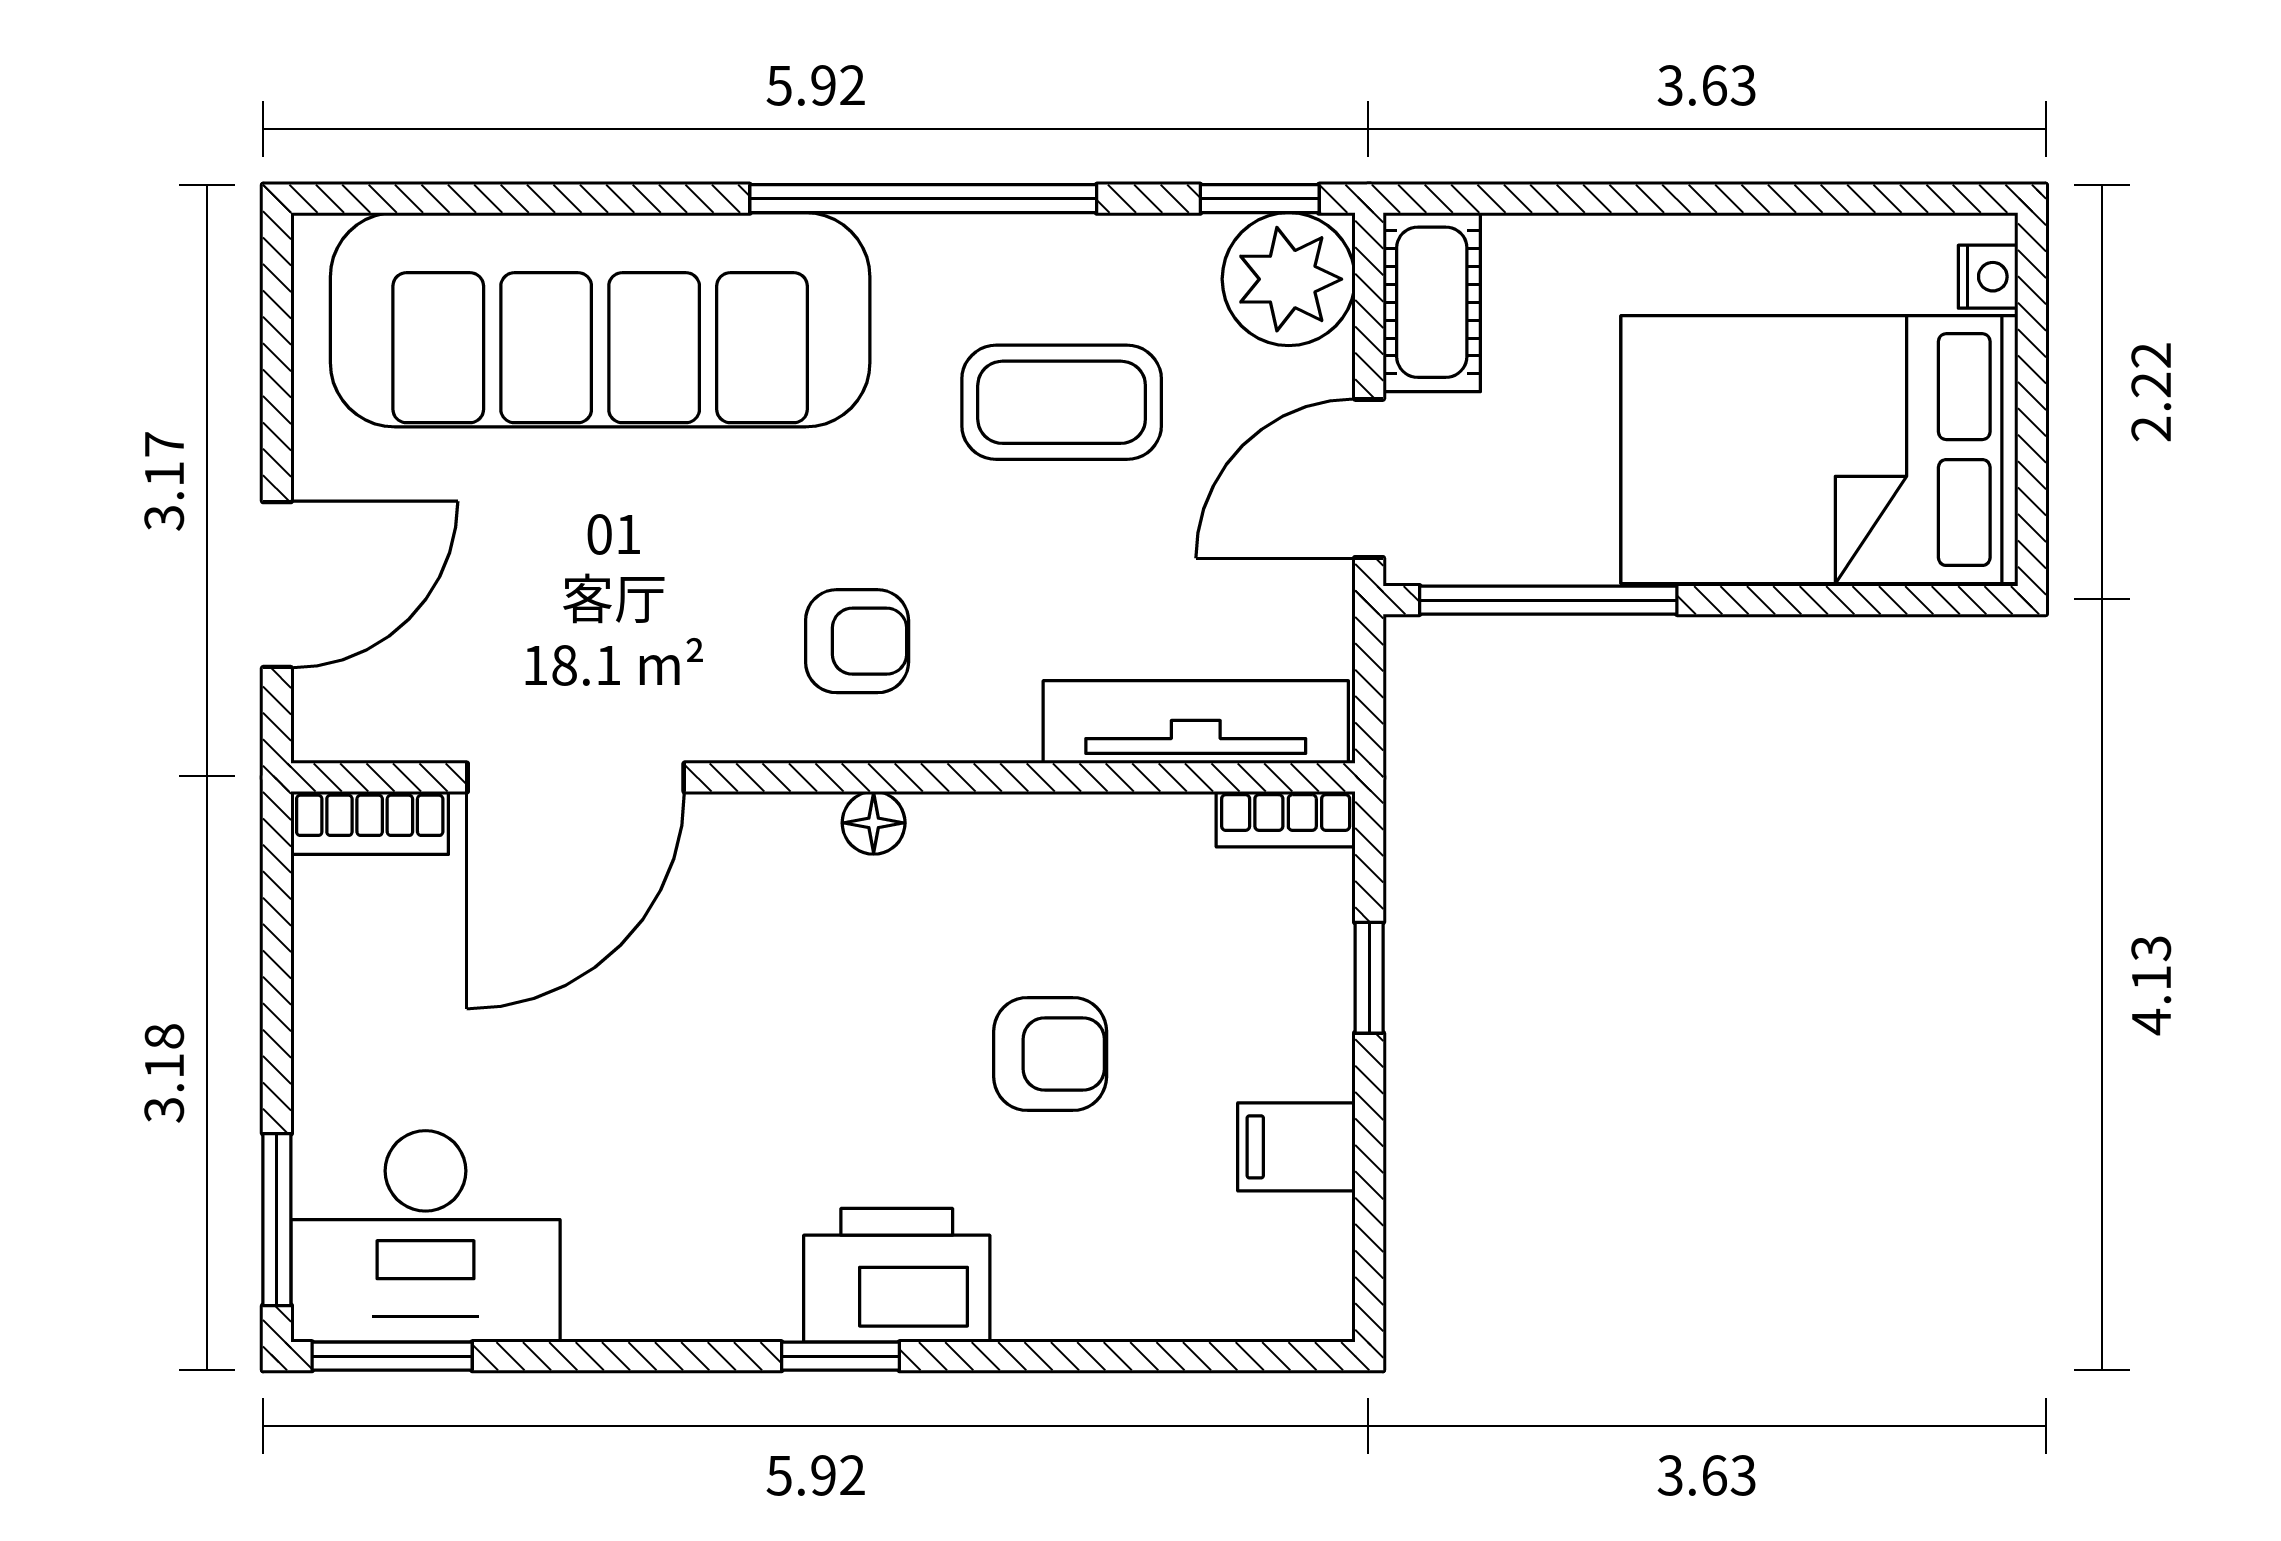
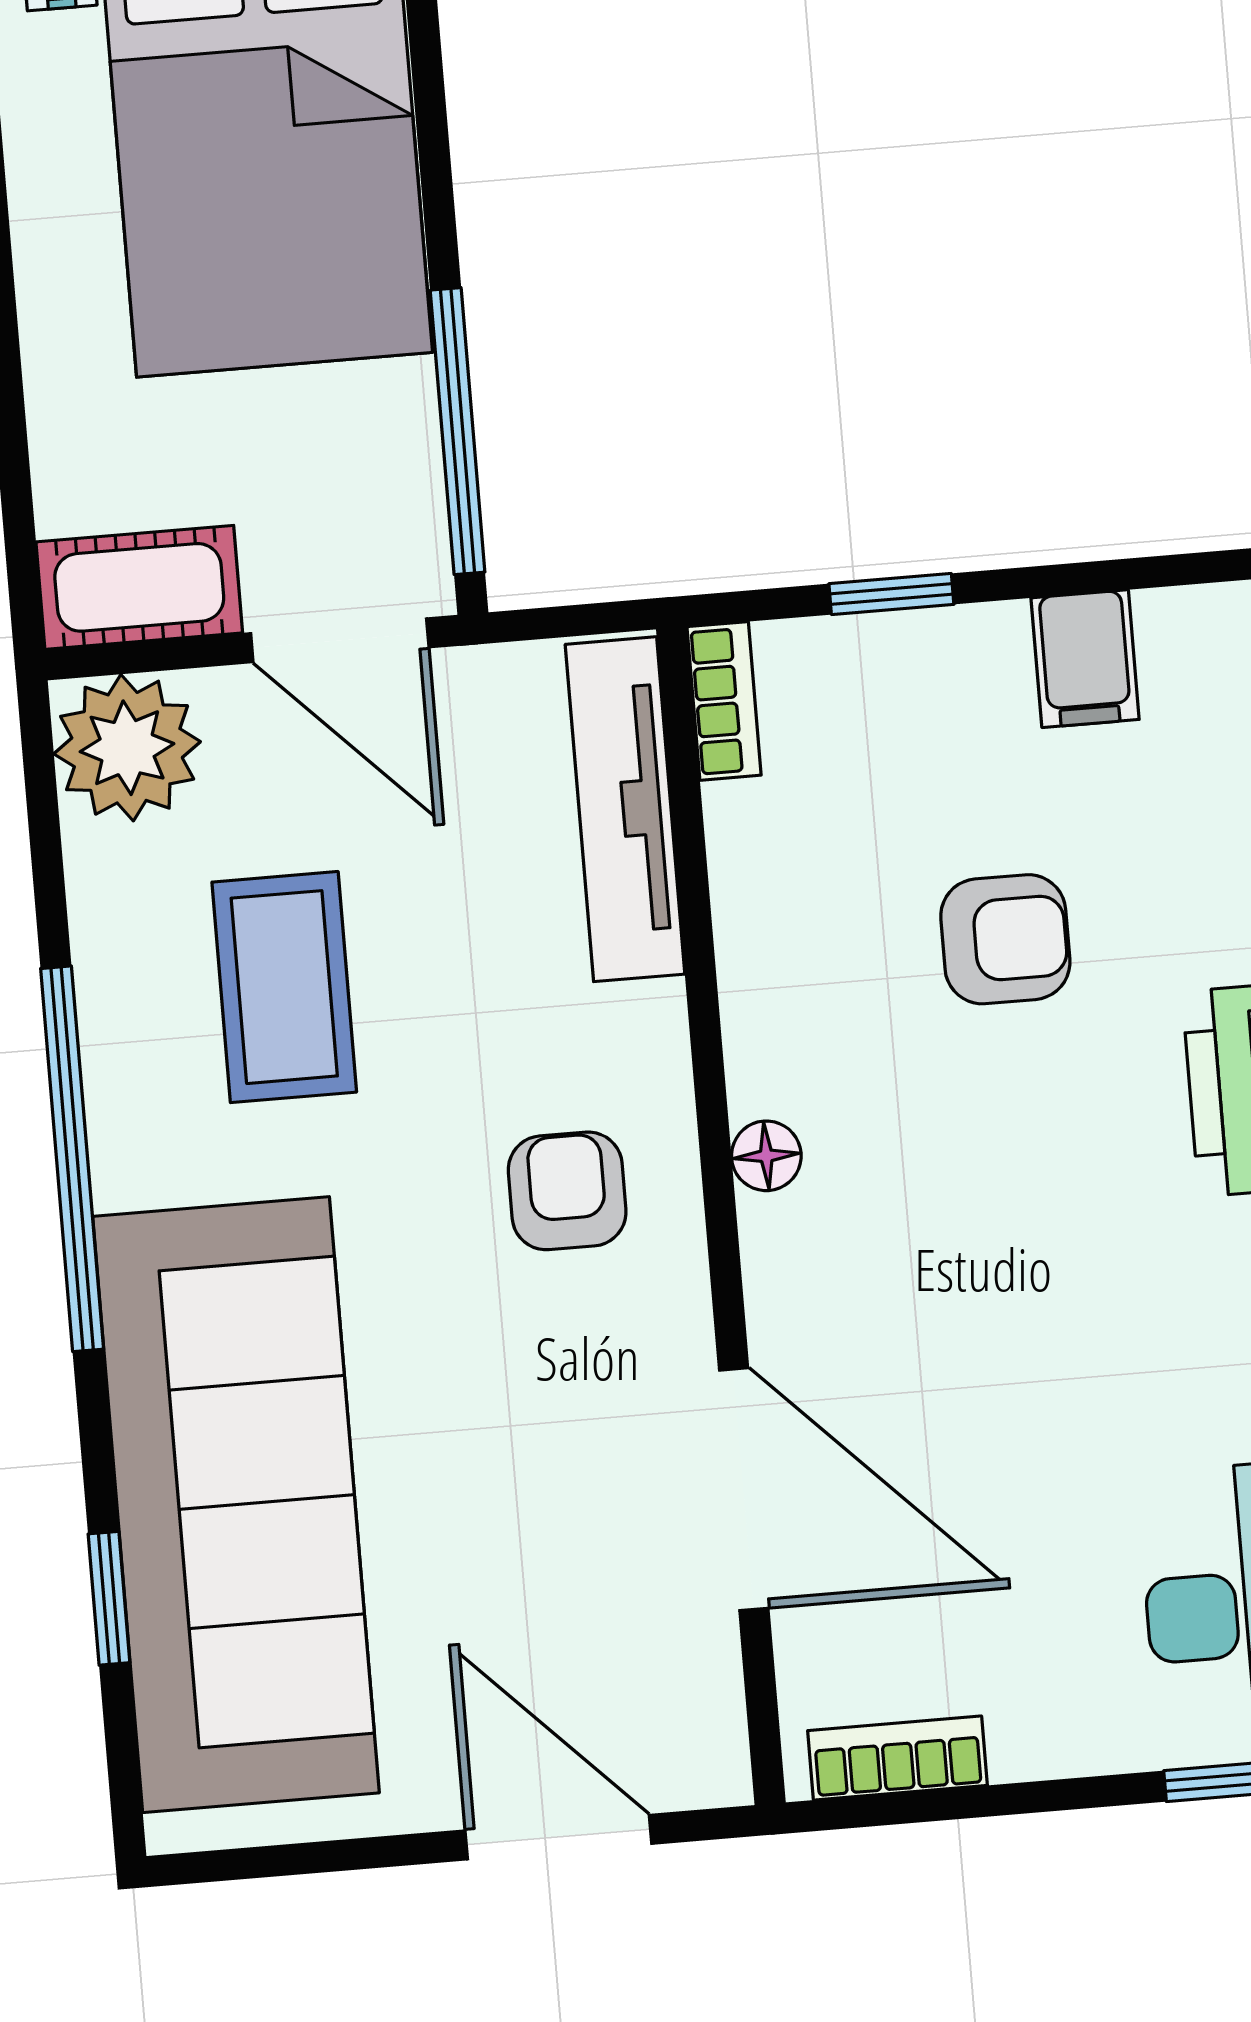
window: (1260, 199) -> (109, 1598), moved
bookcase: (370, 823) -> (898, 1758), moved, turned -90
armchair: (1050, 1054) -> (1005, 939), turned 90

